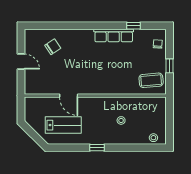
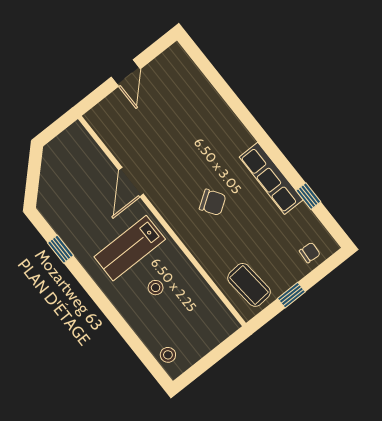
chair: (53, 47) -> (213, 202), moved
lab bench: (63, 125) -> (130, 248), moved, turned 90
window: (97, 148) -> (60, 249), moved

